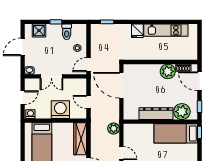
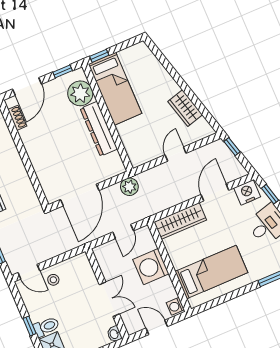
toilet: (67, 32) -> (46, 327), moved
door: (88, 65) -> (29, 272), moved
plant: (168, 71) -> (32, 138), removed
plant: (114, 128) -> (129, 187), moved

